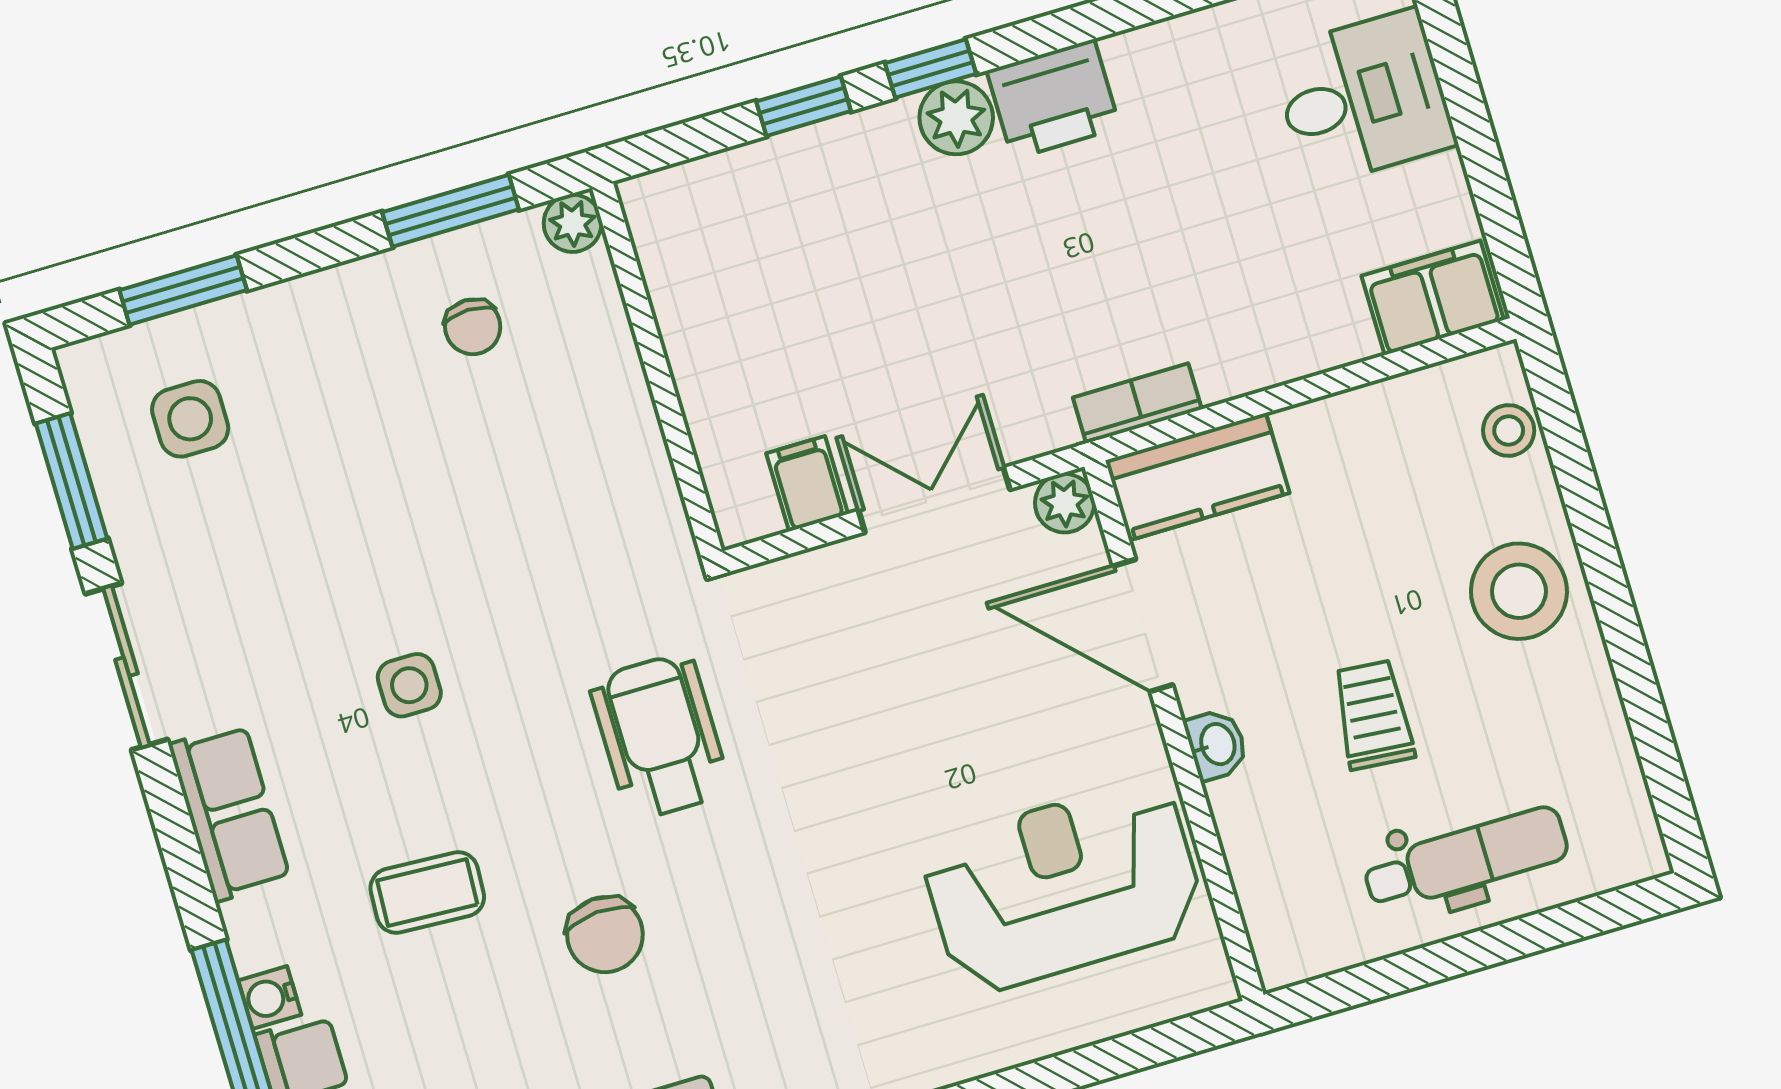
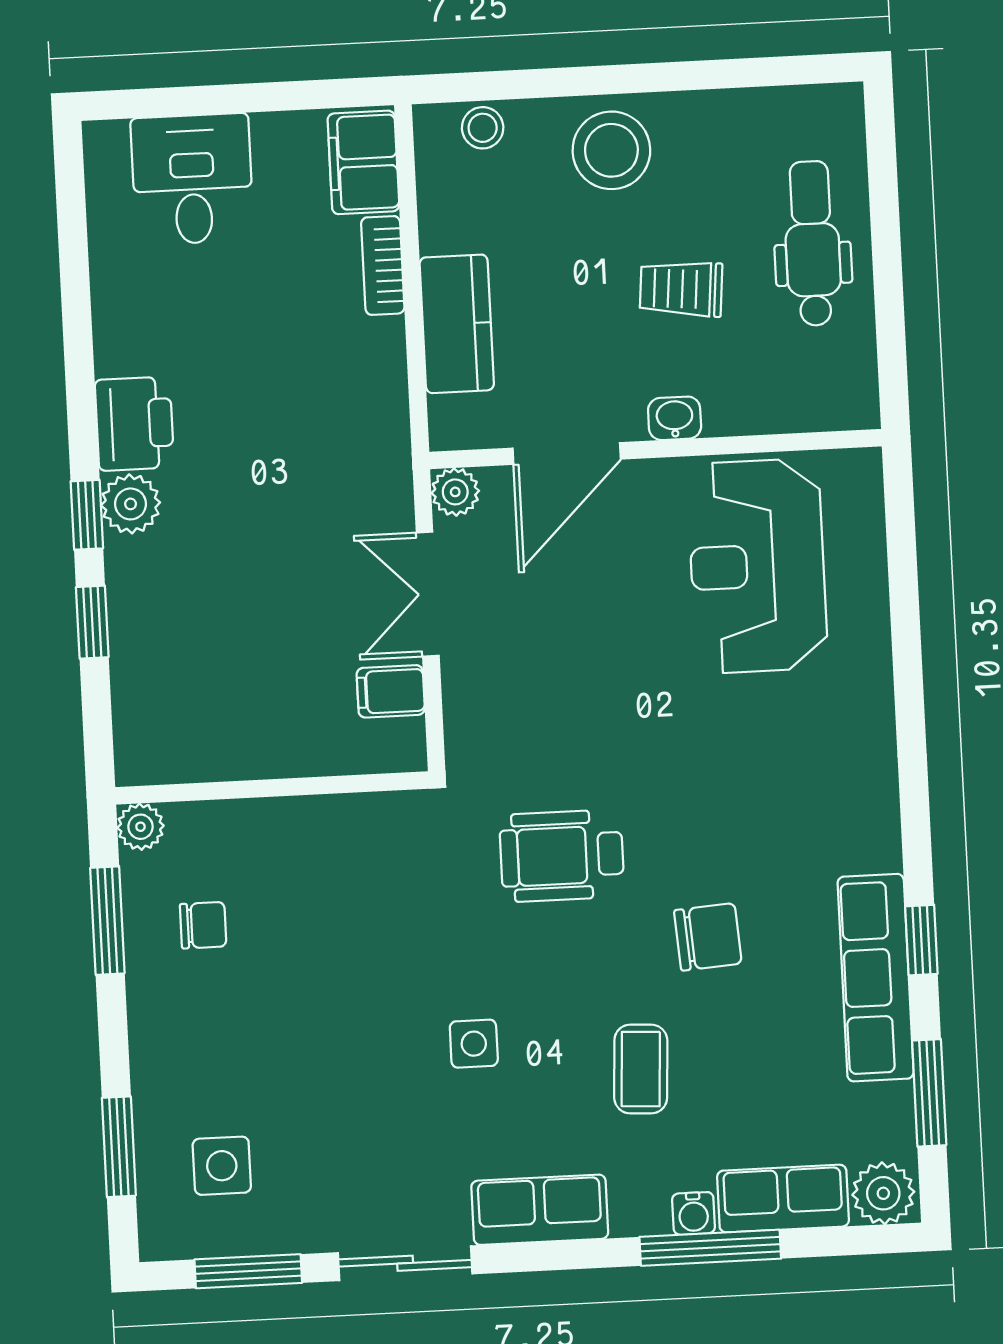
bookcase: (1137, 403) -> (383, 265), moved
kitchen counter: (1197, 477) -> (457, 324), moved

